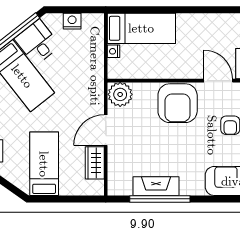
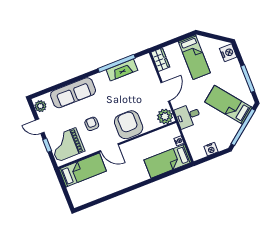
desk: (37, 42) -> (188, 116), moved, turned 128
wardrobe: (95, 163) -> (160, 60), moved

